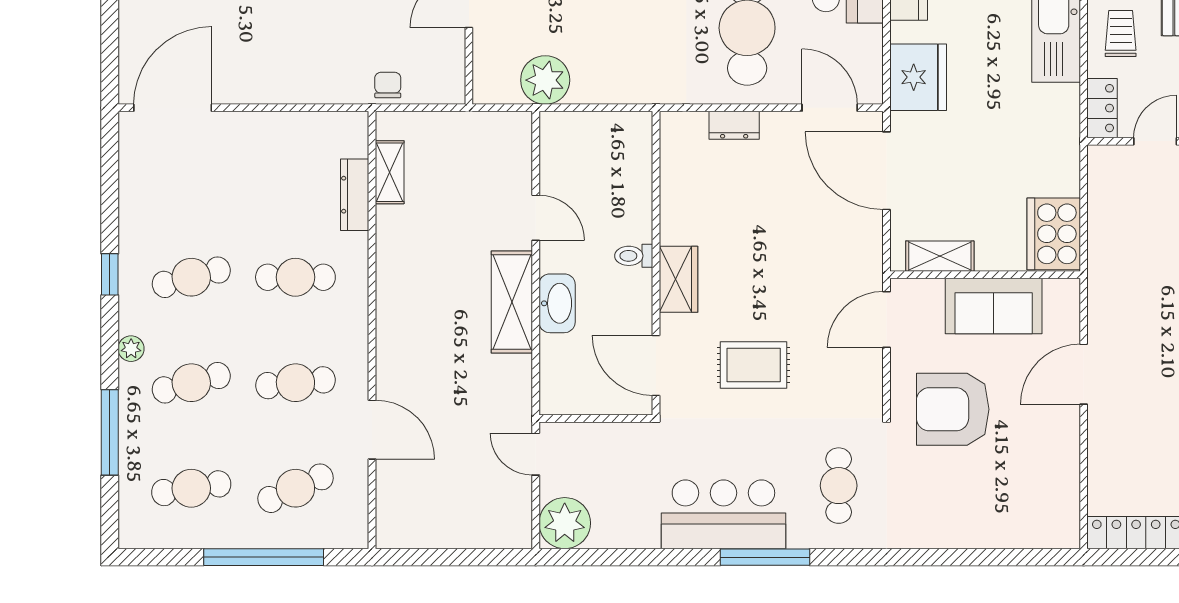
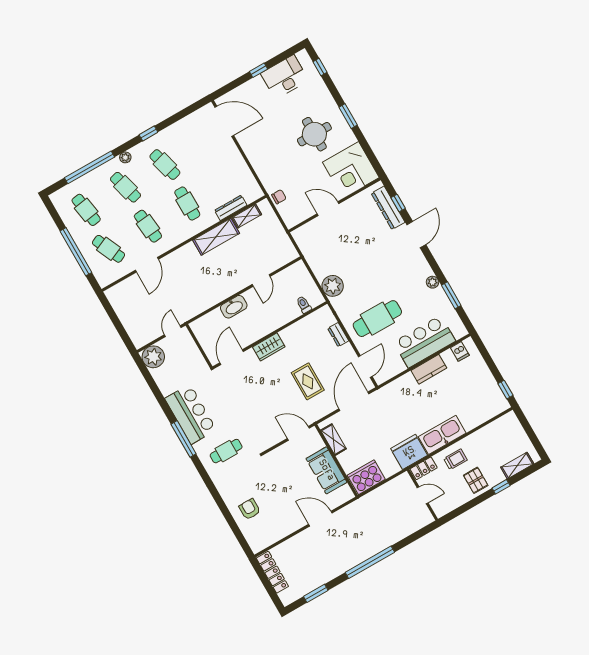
fridge: (918, 77) -> (409, 452), moved, turned 180
plant: (545, 80) -> (333, 286), moved
toilet: (634, 256) -> (304, 305), moved
shelving: (512, 302) -> (216, 237), moved
rug: (754, 365) -> (308, 381), moved
armchair: (953, 409) -> (250, 509), moved, width x0.53, depth x0.53
window: (110, 432) -> (89, 167), width x1.46

